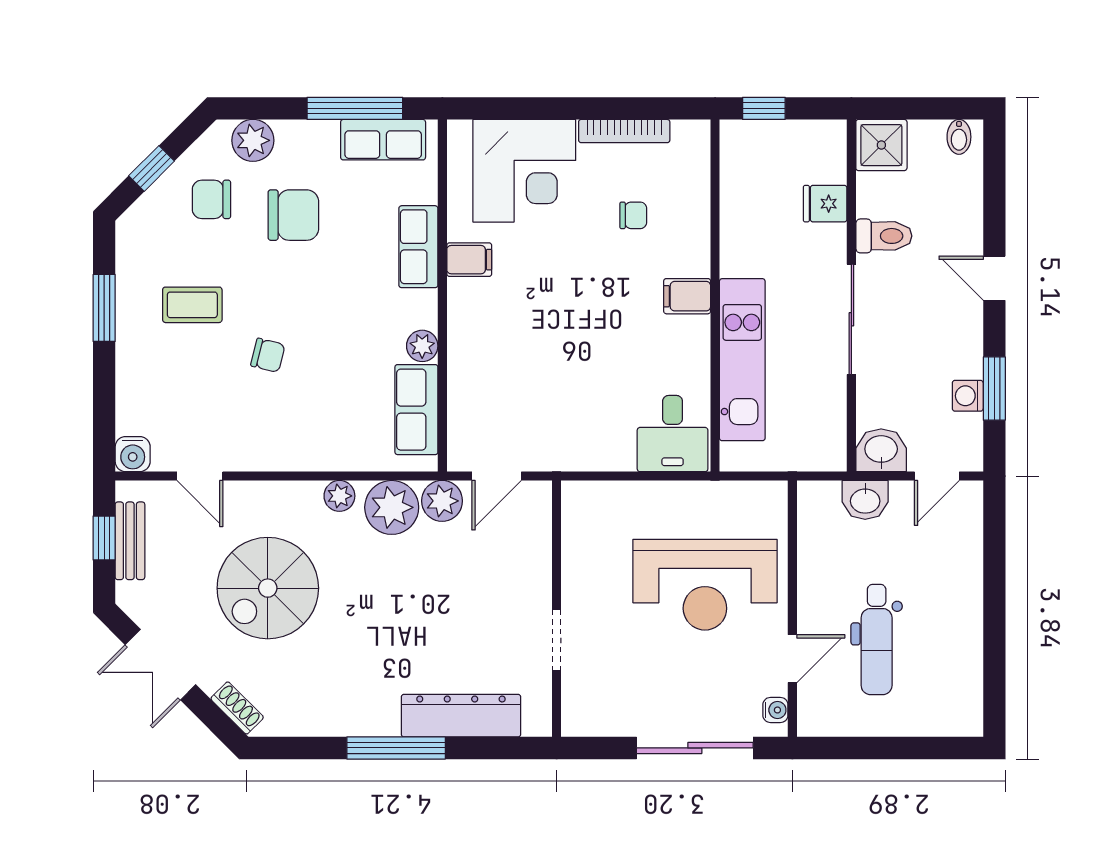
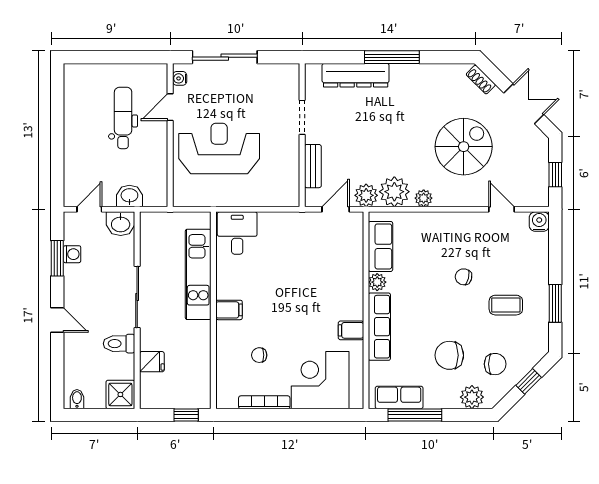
row of seats: (418, 247) -> (379, 327), width x1.48
bench: (130, 541) -> (313, 166), moved

